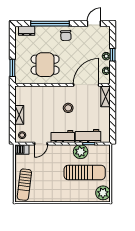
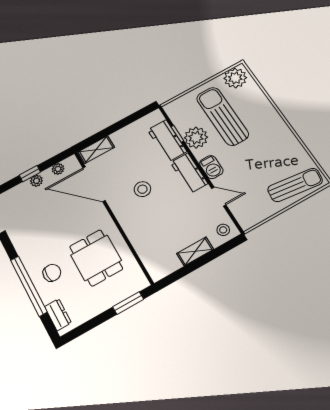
chair: (66, 35) -> (52, 273), moved
barbecue: (22, 150) -> (211, 167), moved

